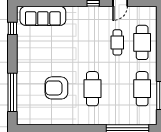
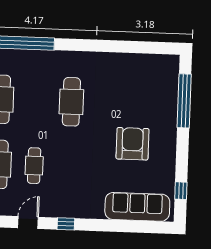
armchair: (56, 88) -> (132, 144), moved, turned -90

